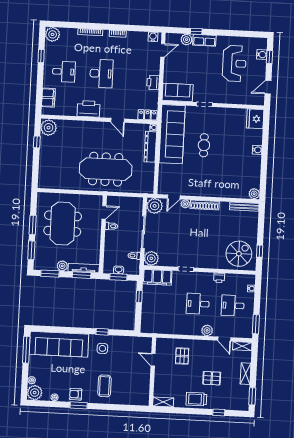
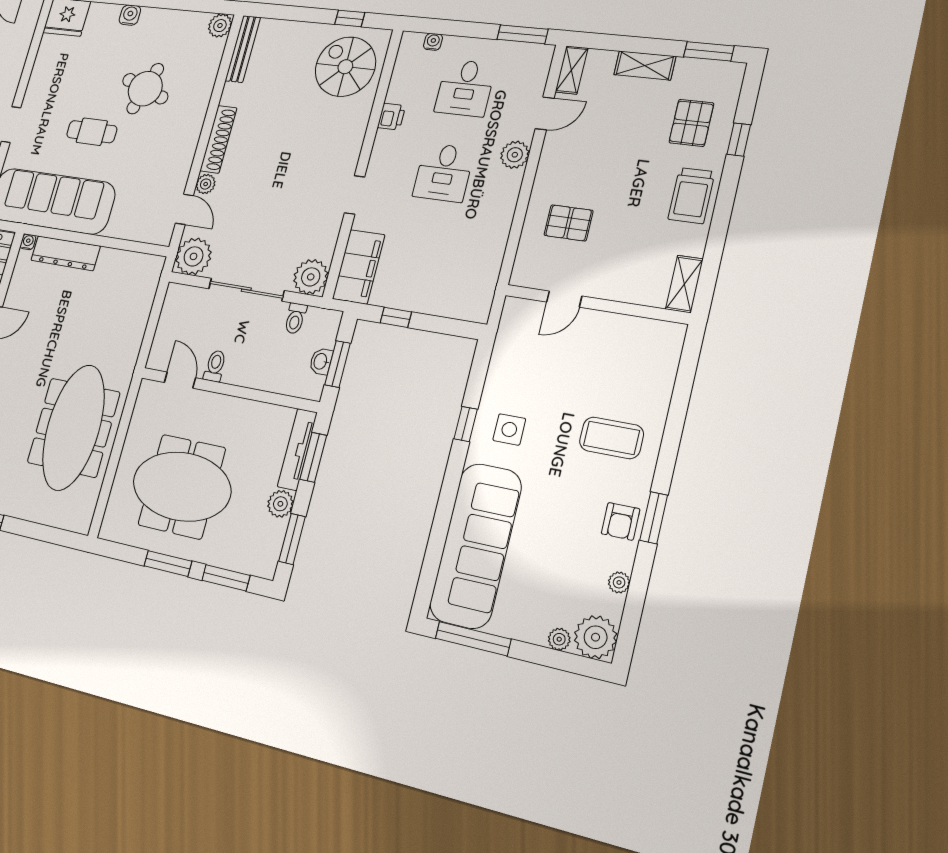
round table: (225, 166) -> (145, 89), added
meeting table: (106, 169) -> (73, 427), moved
pallet: (212, 378) -> (691, 123), moved

